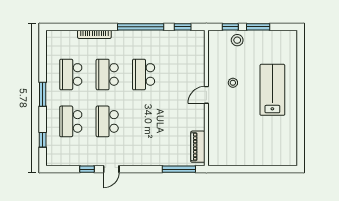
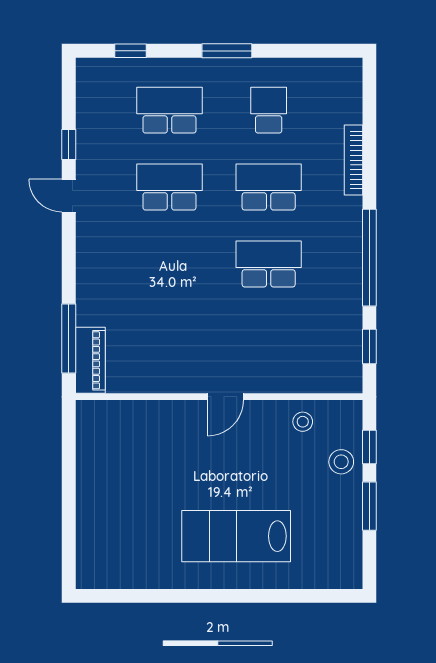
school desk: (71, 74) -> (269, 110), width x0.54
stool: (233, 83) -> (303, 422), moved
lab bench: (272, 90) -> (236, 536), turned 180
door: (206, 95) -> (225, 397), swing flipped
piano: (198, 147) -> (90, 360), moved, turned 90

